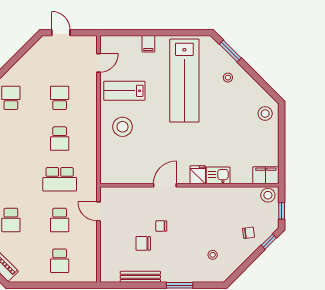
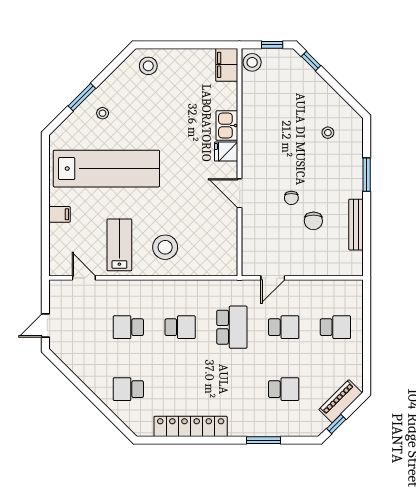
window: (230, 51) -> (82, 97), moved
lab bench: (124, 91) -> (119, 245), turned 180
chair: (249, 233) -> (300, 87), removed

